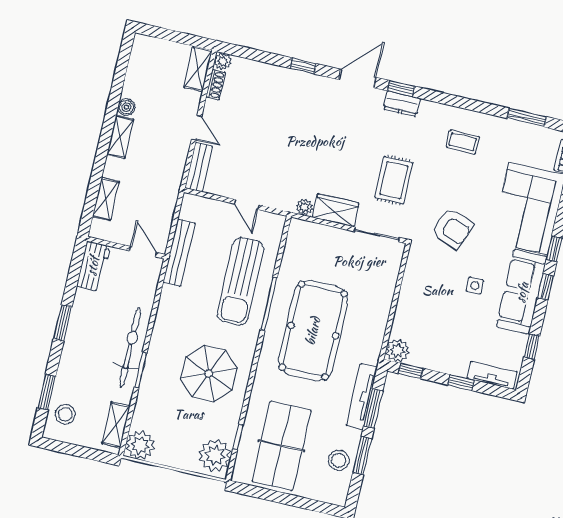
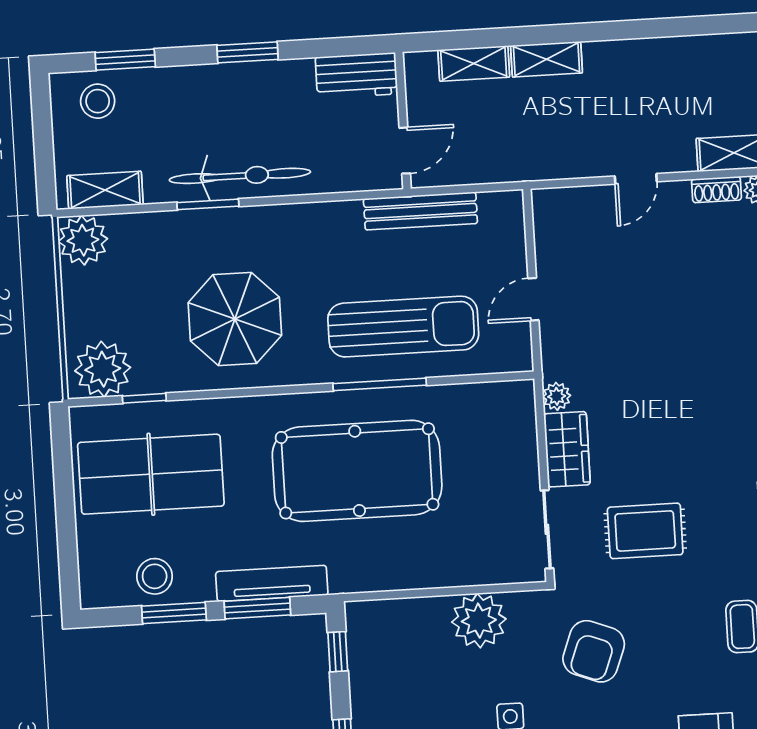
boiler: (126, 107) -> (636, 53), removed
shelving: (120, 137) -> (546, 59), moved
bench: (199, 167) -> (572, 202), removed
sun lounger: (241, 281) -> (403, 327), turned 180
plant: (397, 351) -> (479, 621), moved, width x1.36, depth x1.36

